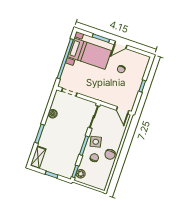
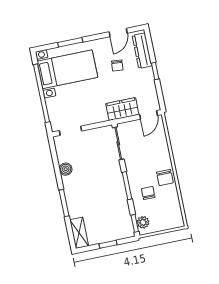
door: (121, 45) -> (118, 32), moved
dresser: (141, 69) -> (142, 51), added
wardrobe: (109, 97) -> (122, 109), added
door: (123, 110) -> (149, 115), hinge flipped
side table: (96, 142) -> (138, 172), removed

